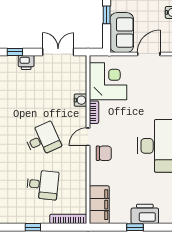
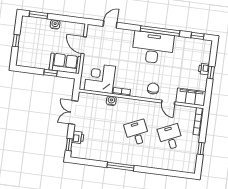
door: (88, 137) -> (168, 102), moved
desk: (43, 185) -> (170, 137), turned -30
printer: (145, 214) -> (204, 69), width x0.53, depth x0.68

